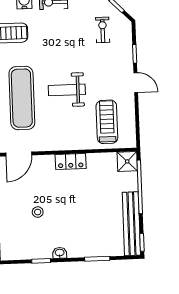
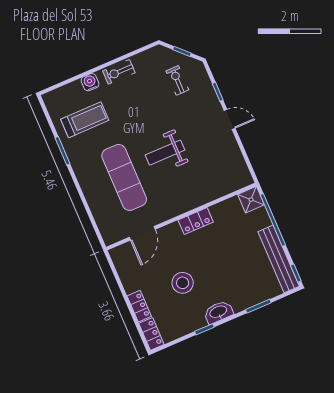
treadmill: (107, 122) -> (216, 169), removed
stool: (38, 212) -> (183, 283), width x1.89, depth x1.89
washbasin: (60, 253) -> (218, 312), width x1.91, depth x1.45

